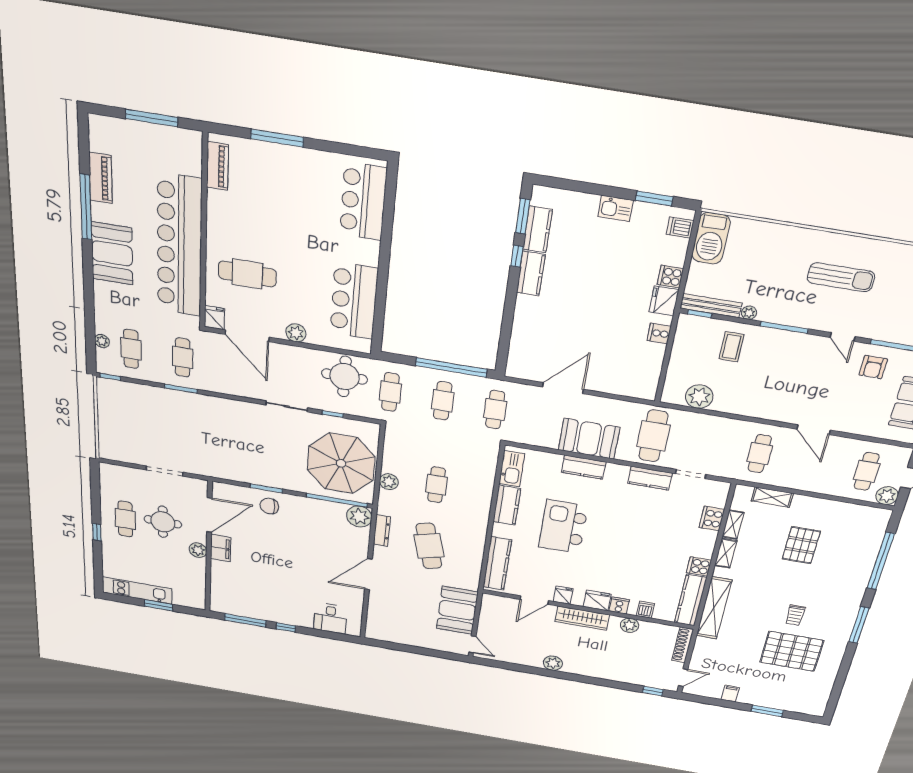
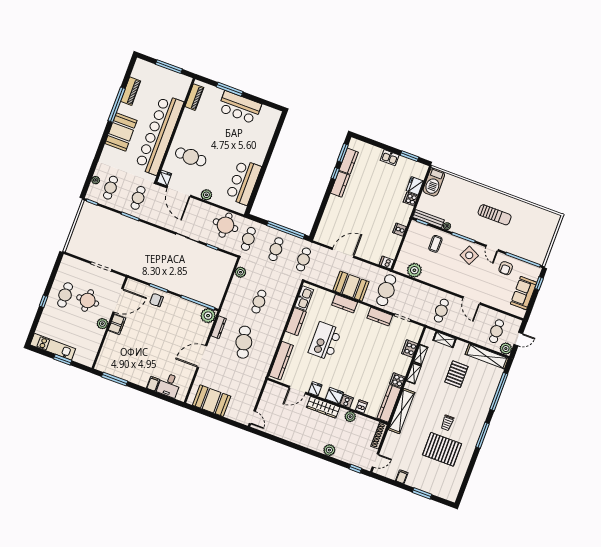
bar counter: (363, 201) -> (240, 107), moved, turned -90
dishwasher: (680, 227) -> (387, 263), moved
fridge: (664, 301) -> (415, 186), moved
side table: (799, 356) -> (469, 255), added
parasol: (341, 463) -> (208, 279), removed
plant: (389, 482) -> (240, 272), moved
shelving: (853, 512) -> (487, 356), added
booth: (457, 610) -> (212, 401), moved, turned 90
filing cabinet: (305, 619) -> (153, 384), added
window: (286, 627) -> (139, 388), removed
plant: (553, 663) -> (329, 450), moved

